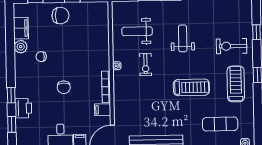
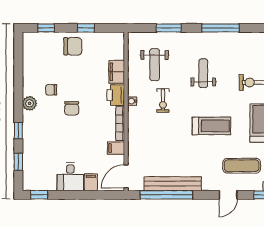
filing cabinet: (21, 28) -> (117, 72), moved, turned 180
weight bench: (137, 31) -> (155, 65), turned -90
plant: (21, 47) -> (30, 103), moved
chair: (64, 87) -> (72, 108), moved
printer: (23, 108) -> (116, 95), moved, turned 180

